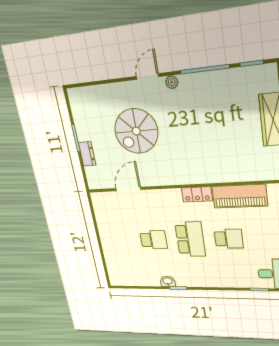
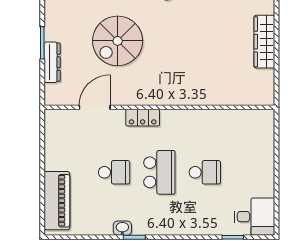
dresser: (87, 154) -> (52, 62), width x1.44
locker: (197, 194) -> (143, 118), moved
piano: (240, 196) -> (57, 201), moved, turned -90

